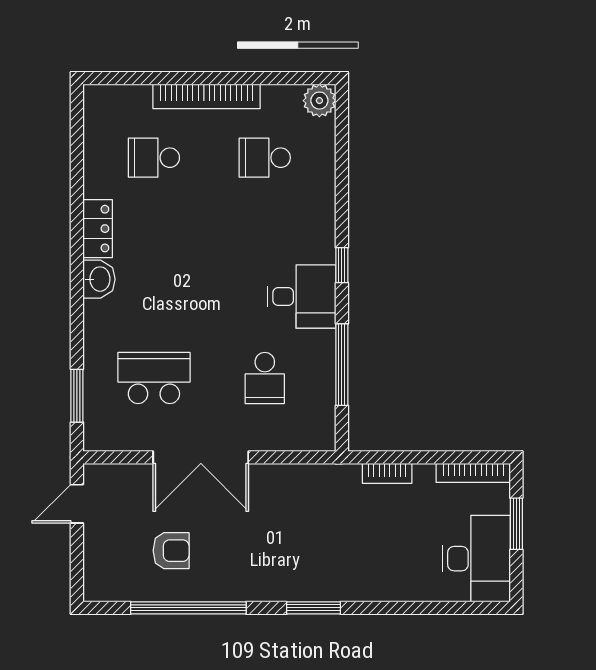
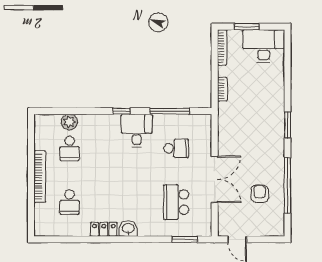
plant: (319, 101) -> (69, 122), moved

